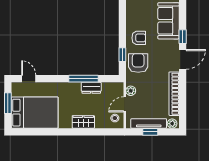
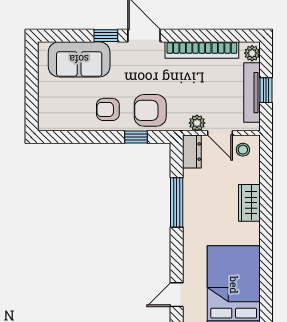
armchair: (139, 38) -> (108, 109), turned -90
dresser: (91, 88) -> (192, 152), moved

